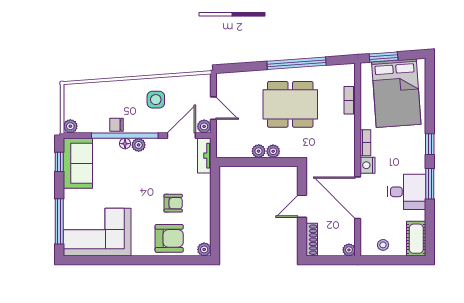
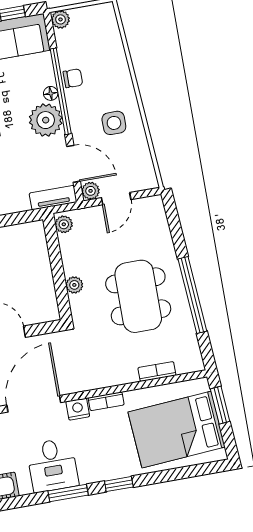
chair: (117, 125) -> (73, 78), turned 90
plant: (139, 145) -> (46, 120), width x1.88, depth x1.88
plant: (259, 151) -> (64, 224), moved

